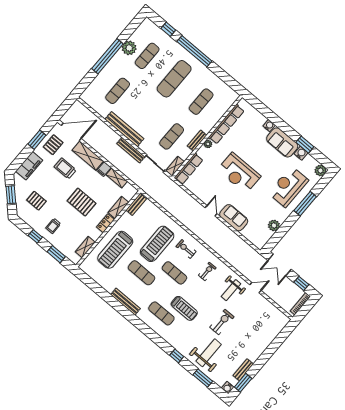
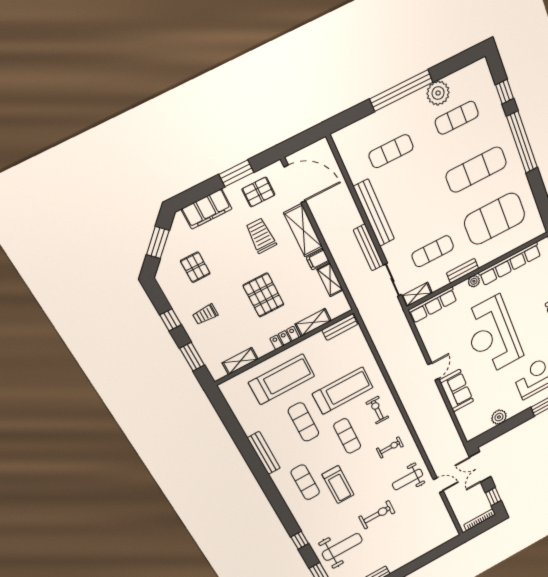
exercise mat: (201, 102) -> (495, 219), width x2.00, depth x1.45
reception desk: (239, 173) -> (492, 335), width x1.36, depth x1.30
treadmill: (115, 250) -> (282, 379), turned 180

